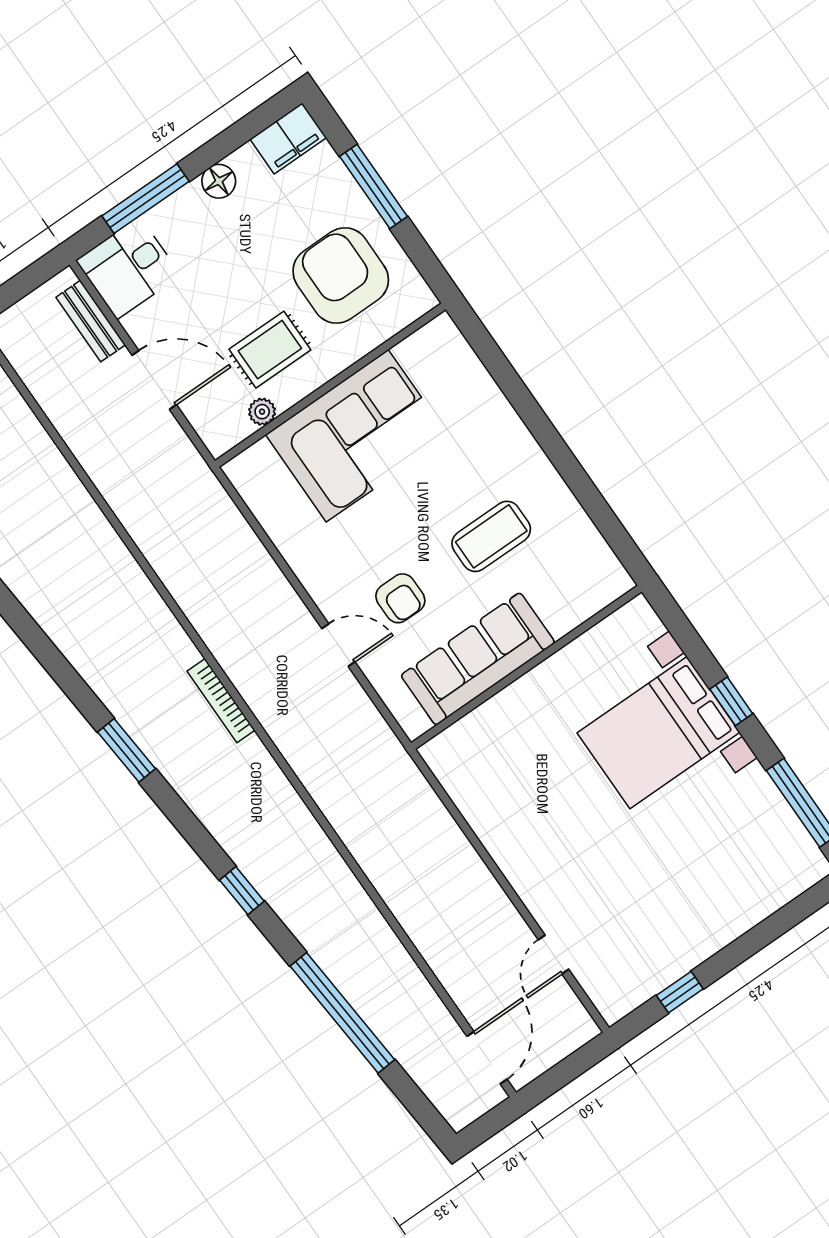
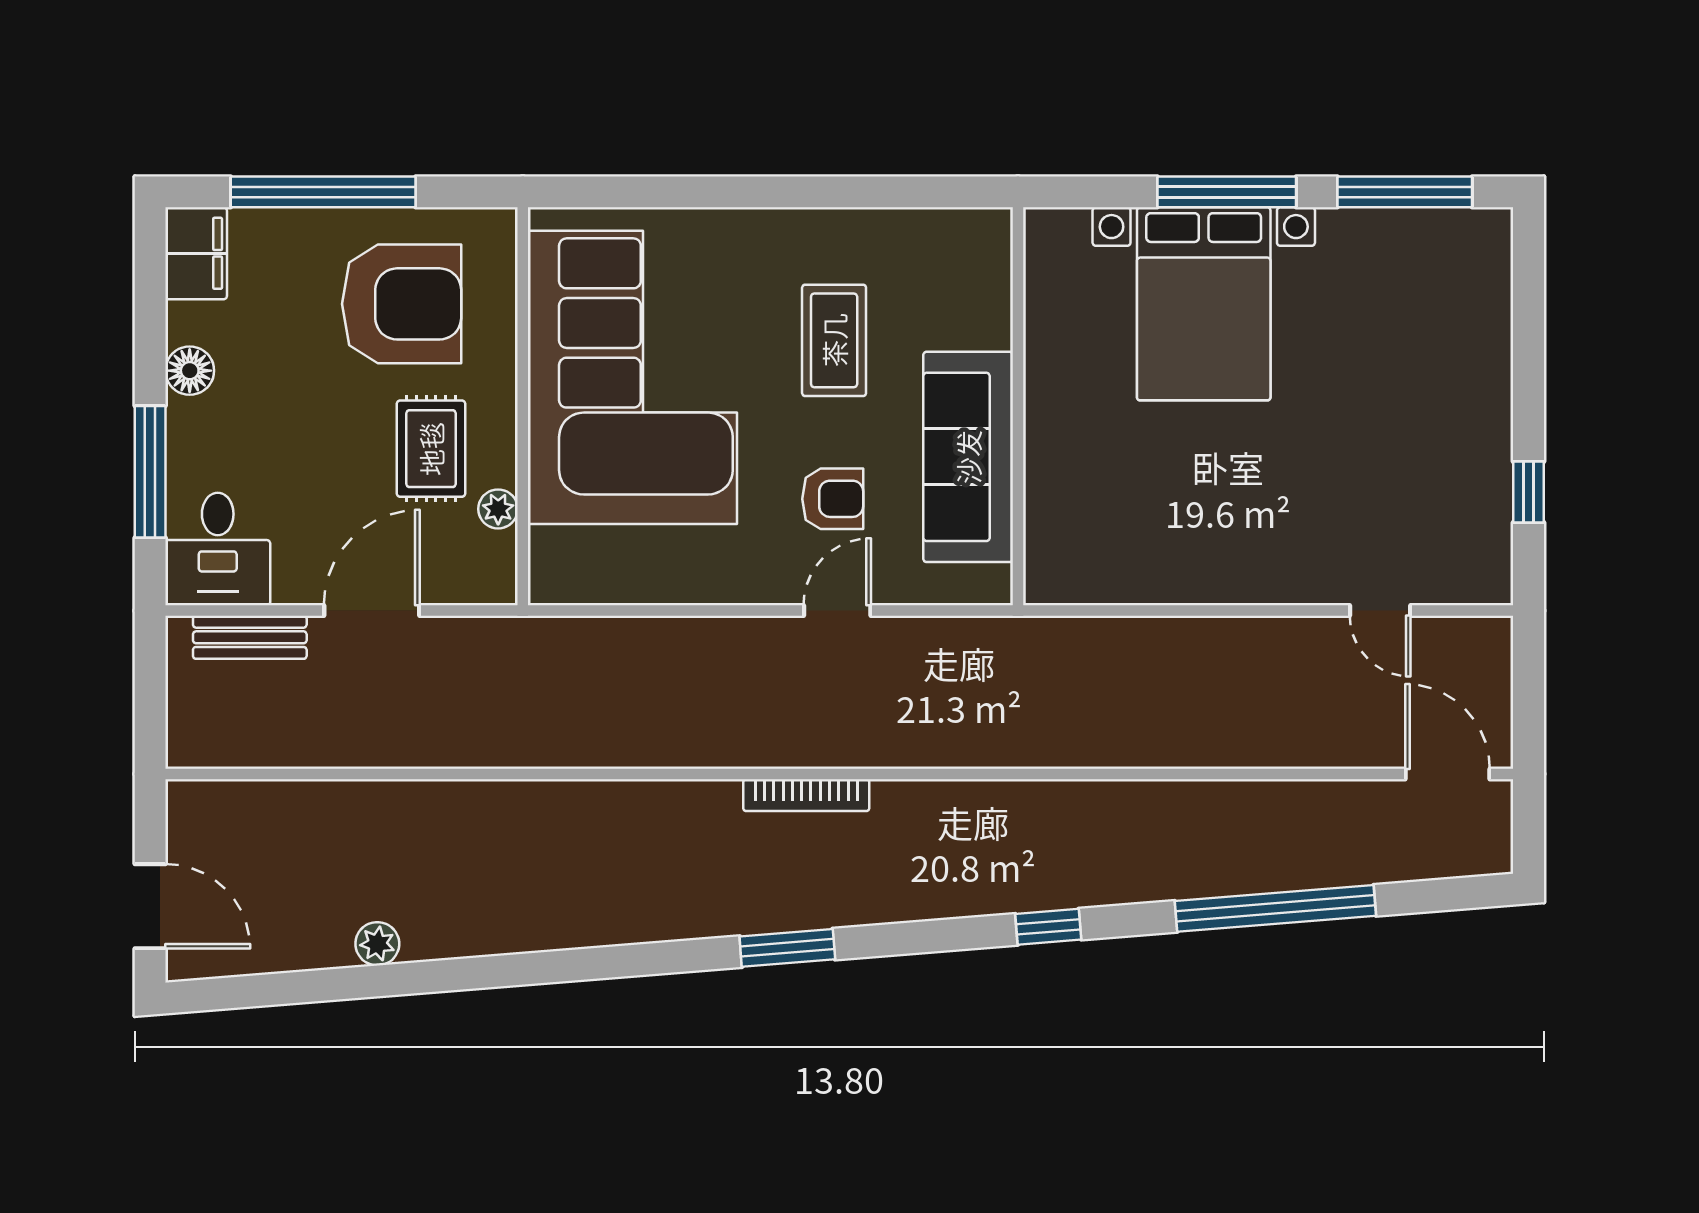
window: (373, 186) -> (323, 192), width x1.46
armchair: (341, 276) -> (402, 304), turned 180
corner sofa: (357, 436) -> (632, 377), width x1.36, depth x1.36
window: (731, 701) -> (1227, 192), width x2.17

